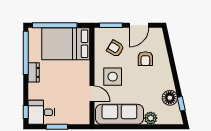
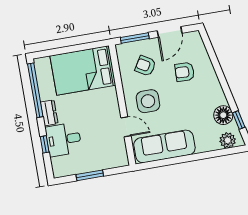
window: (55, 25) -> (65, 50), removed
armchair: (145, 59) -> (185, 72), turned 92
window: (26, 112) -> (45, 144), moved
desk: (41, 112) -> (64, 139), moved
plant: (151, 118) -> (228, 140), moved

